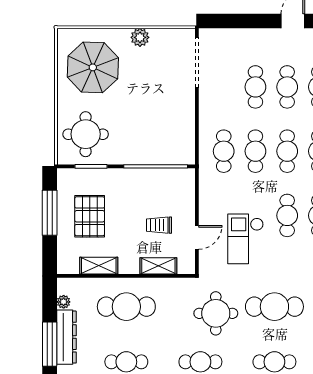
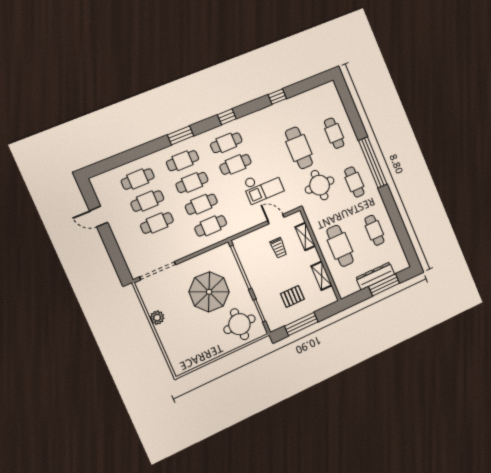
parasol: (93, 67) -> (209, 292), moved
pallet: (90, 216) -> (292, 296), width x0.67, depth x0.71
plant: (64, 302) -> (354, 288), removed

